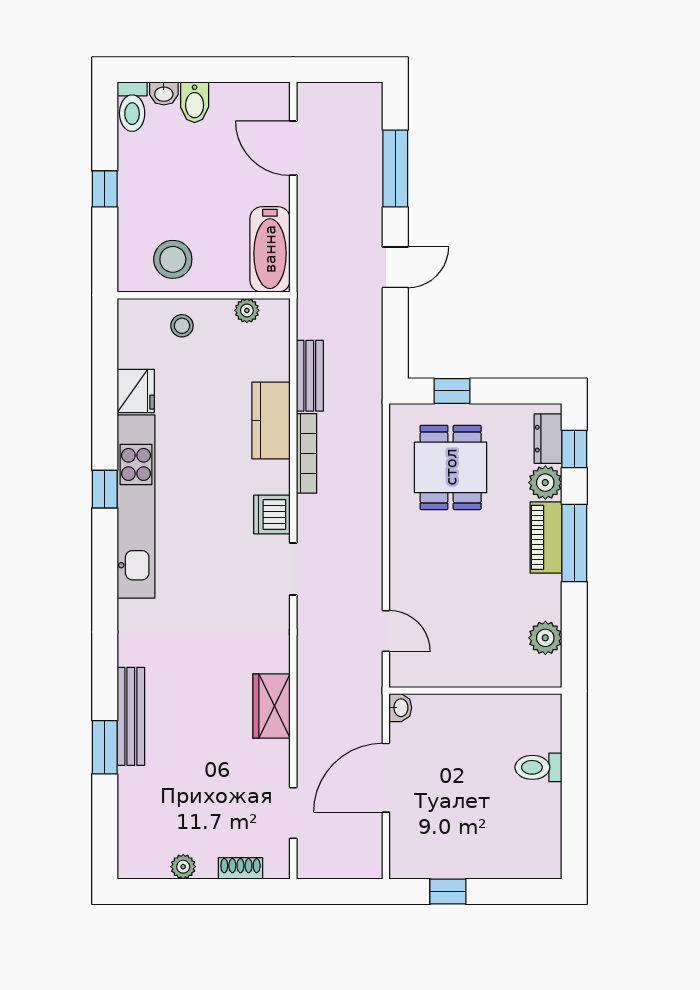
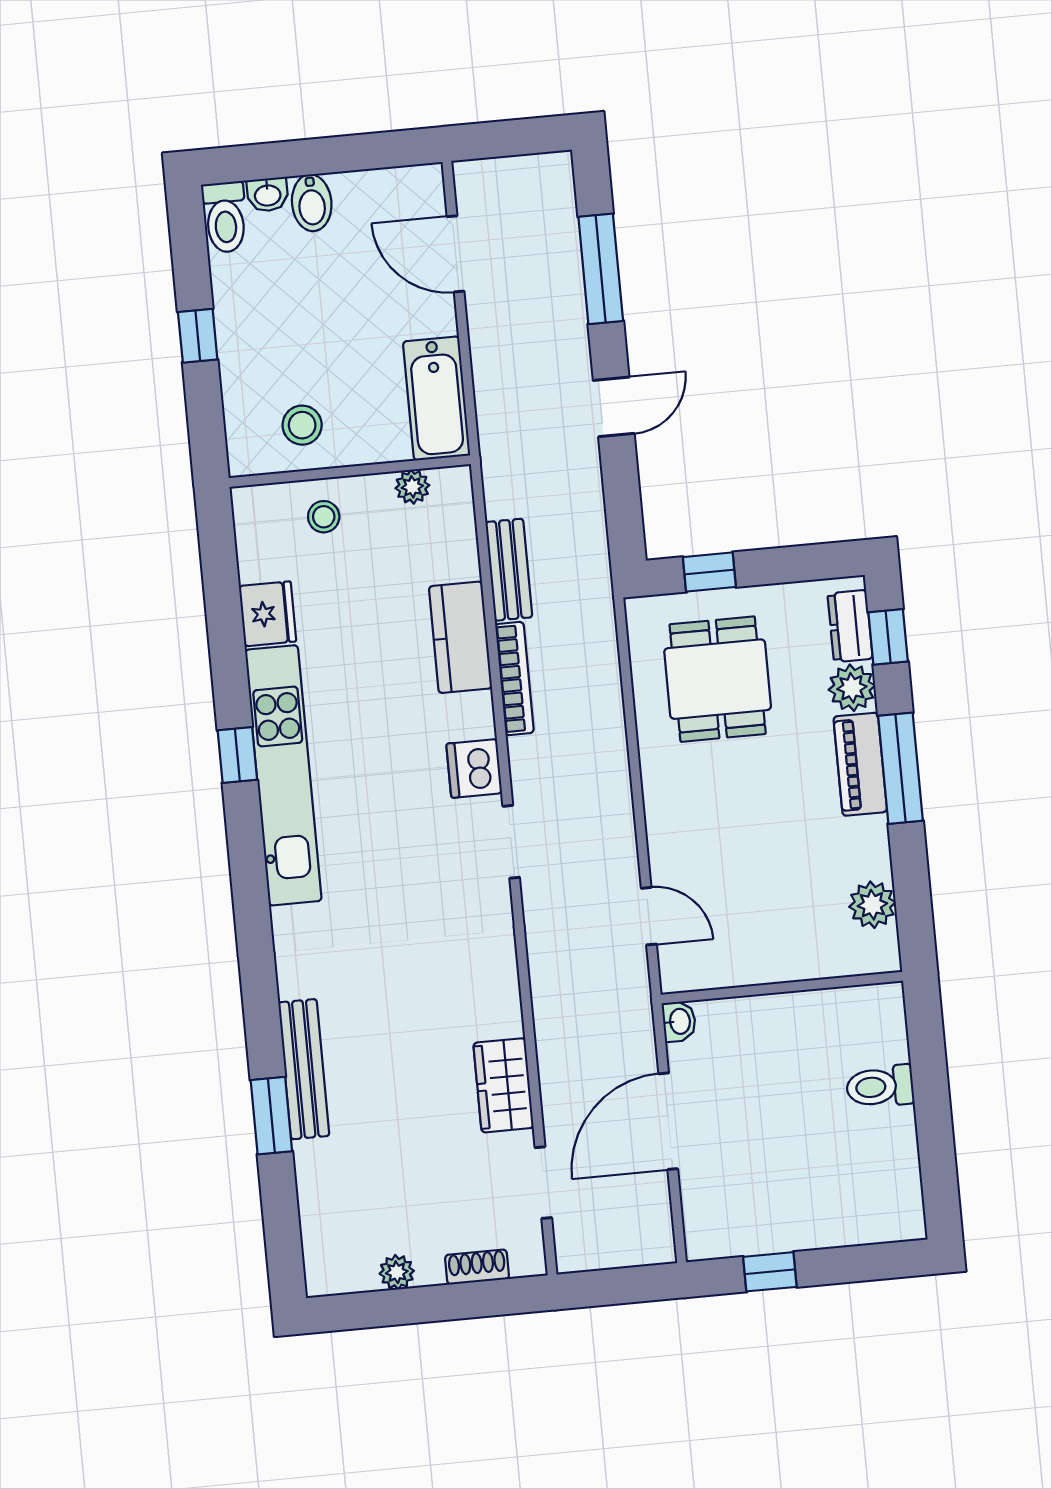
stool: (173, 259) -> (302, 425), width x0.73, depth x0.73
wardrobe: (271, 706) -> (504, 1085), moved

